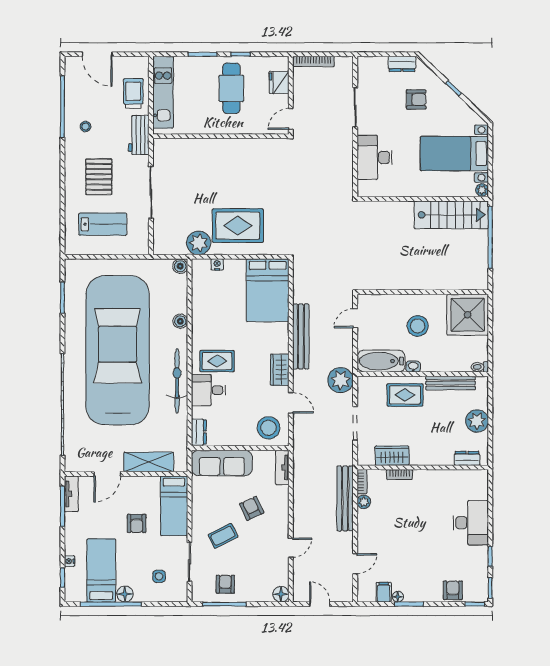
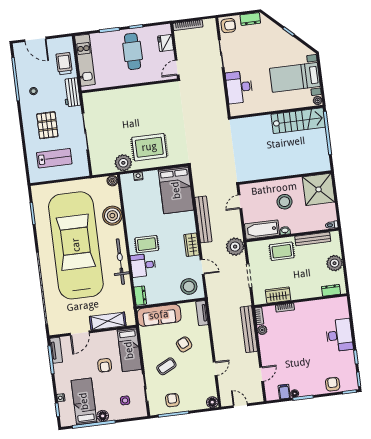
armchair: (416, 99) -> (228, 26), moved
boiler: (180, 321) -> (112, 216), width x1.86, depth x1.86

